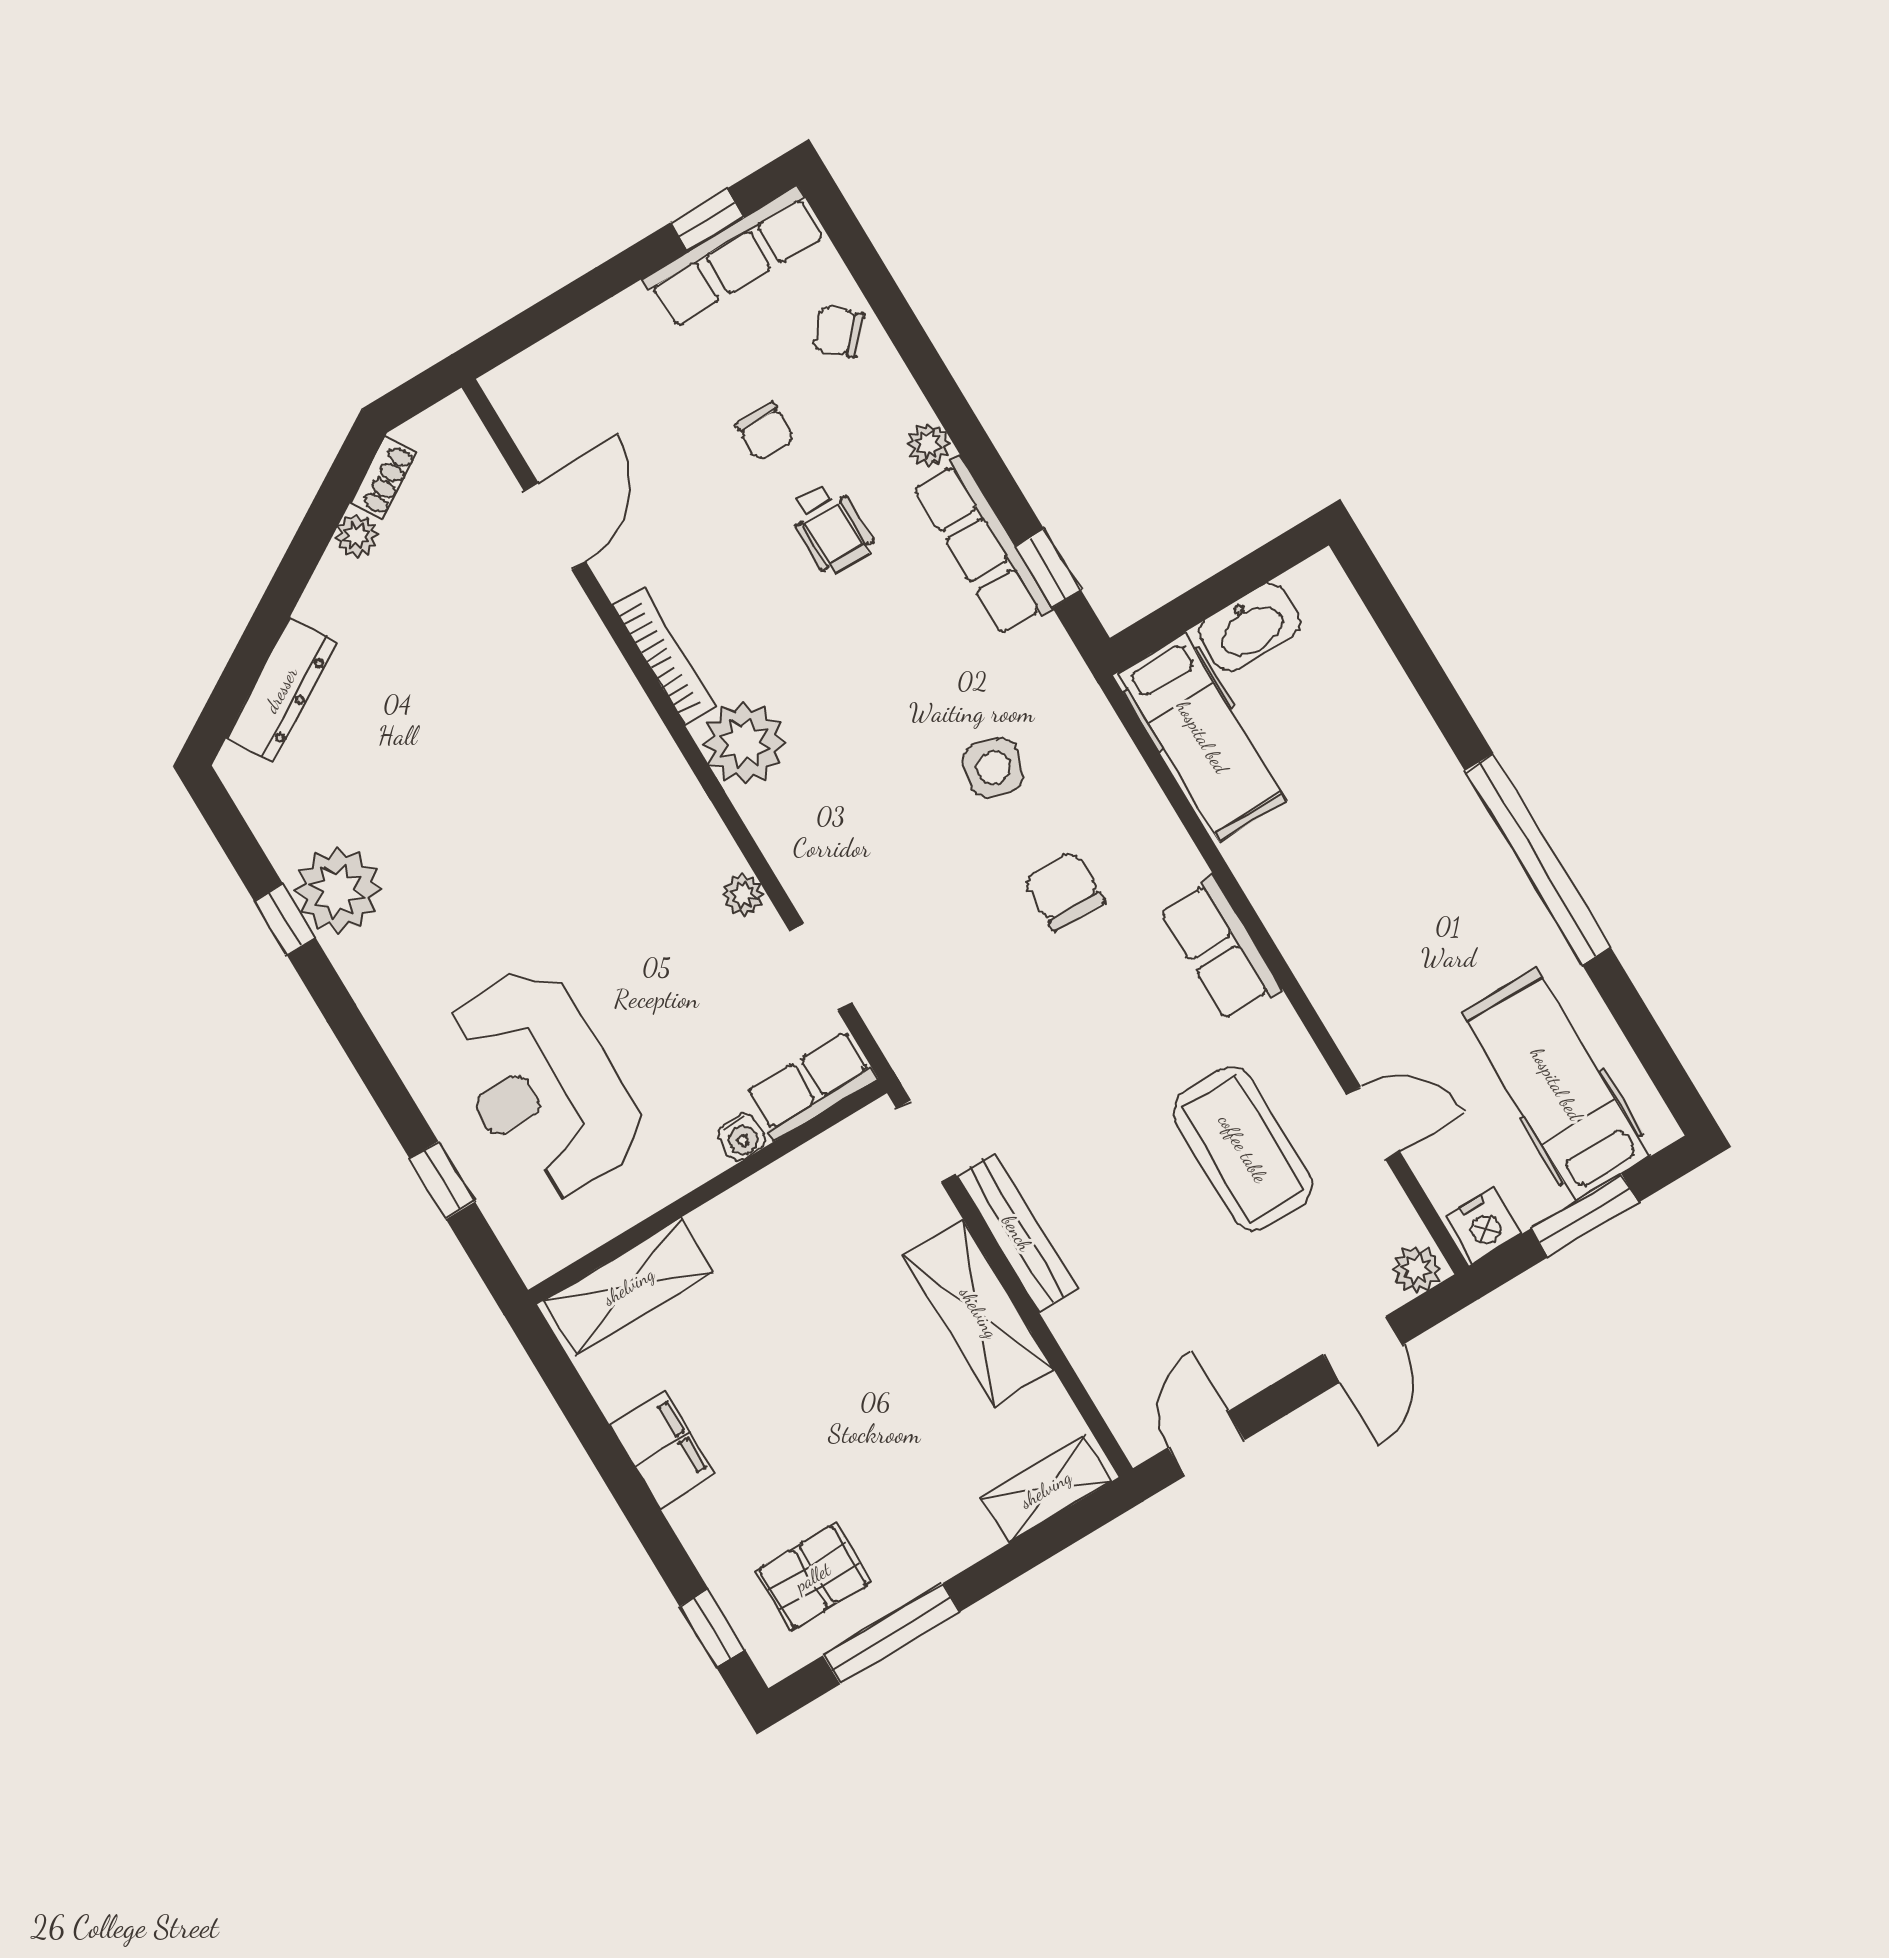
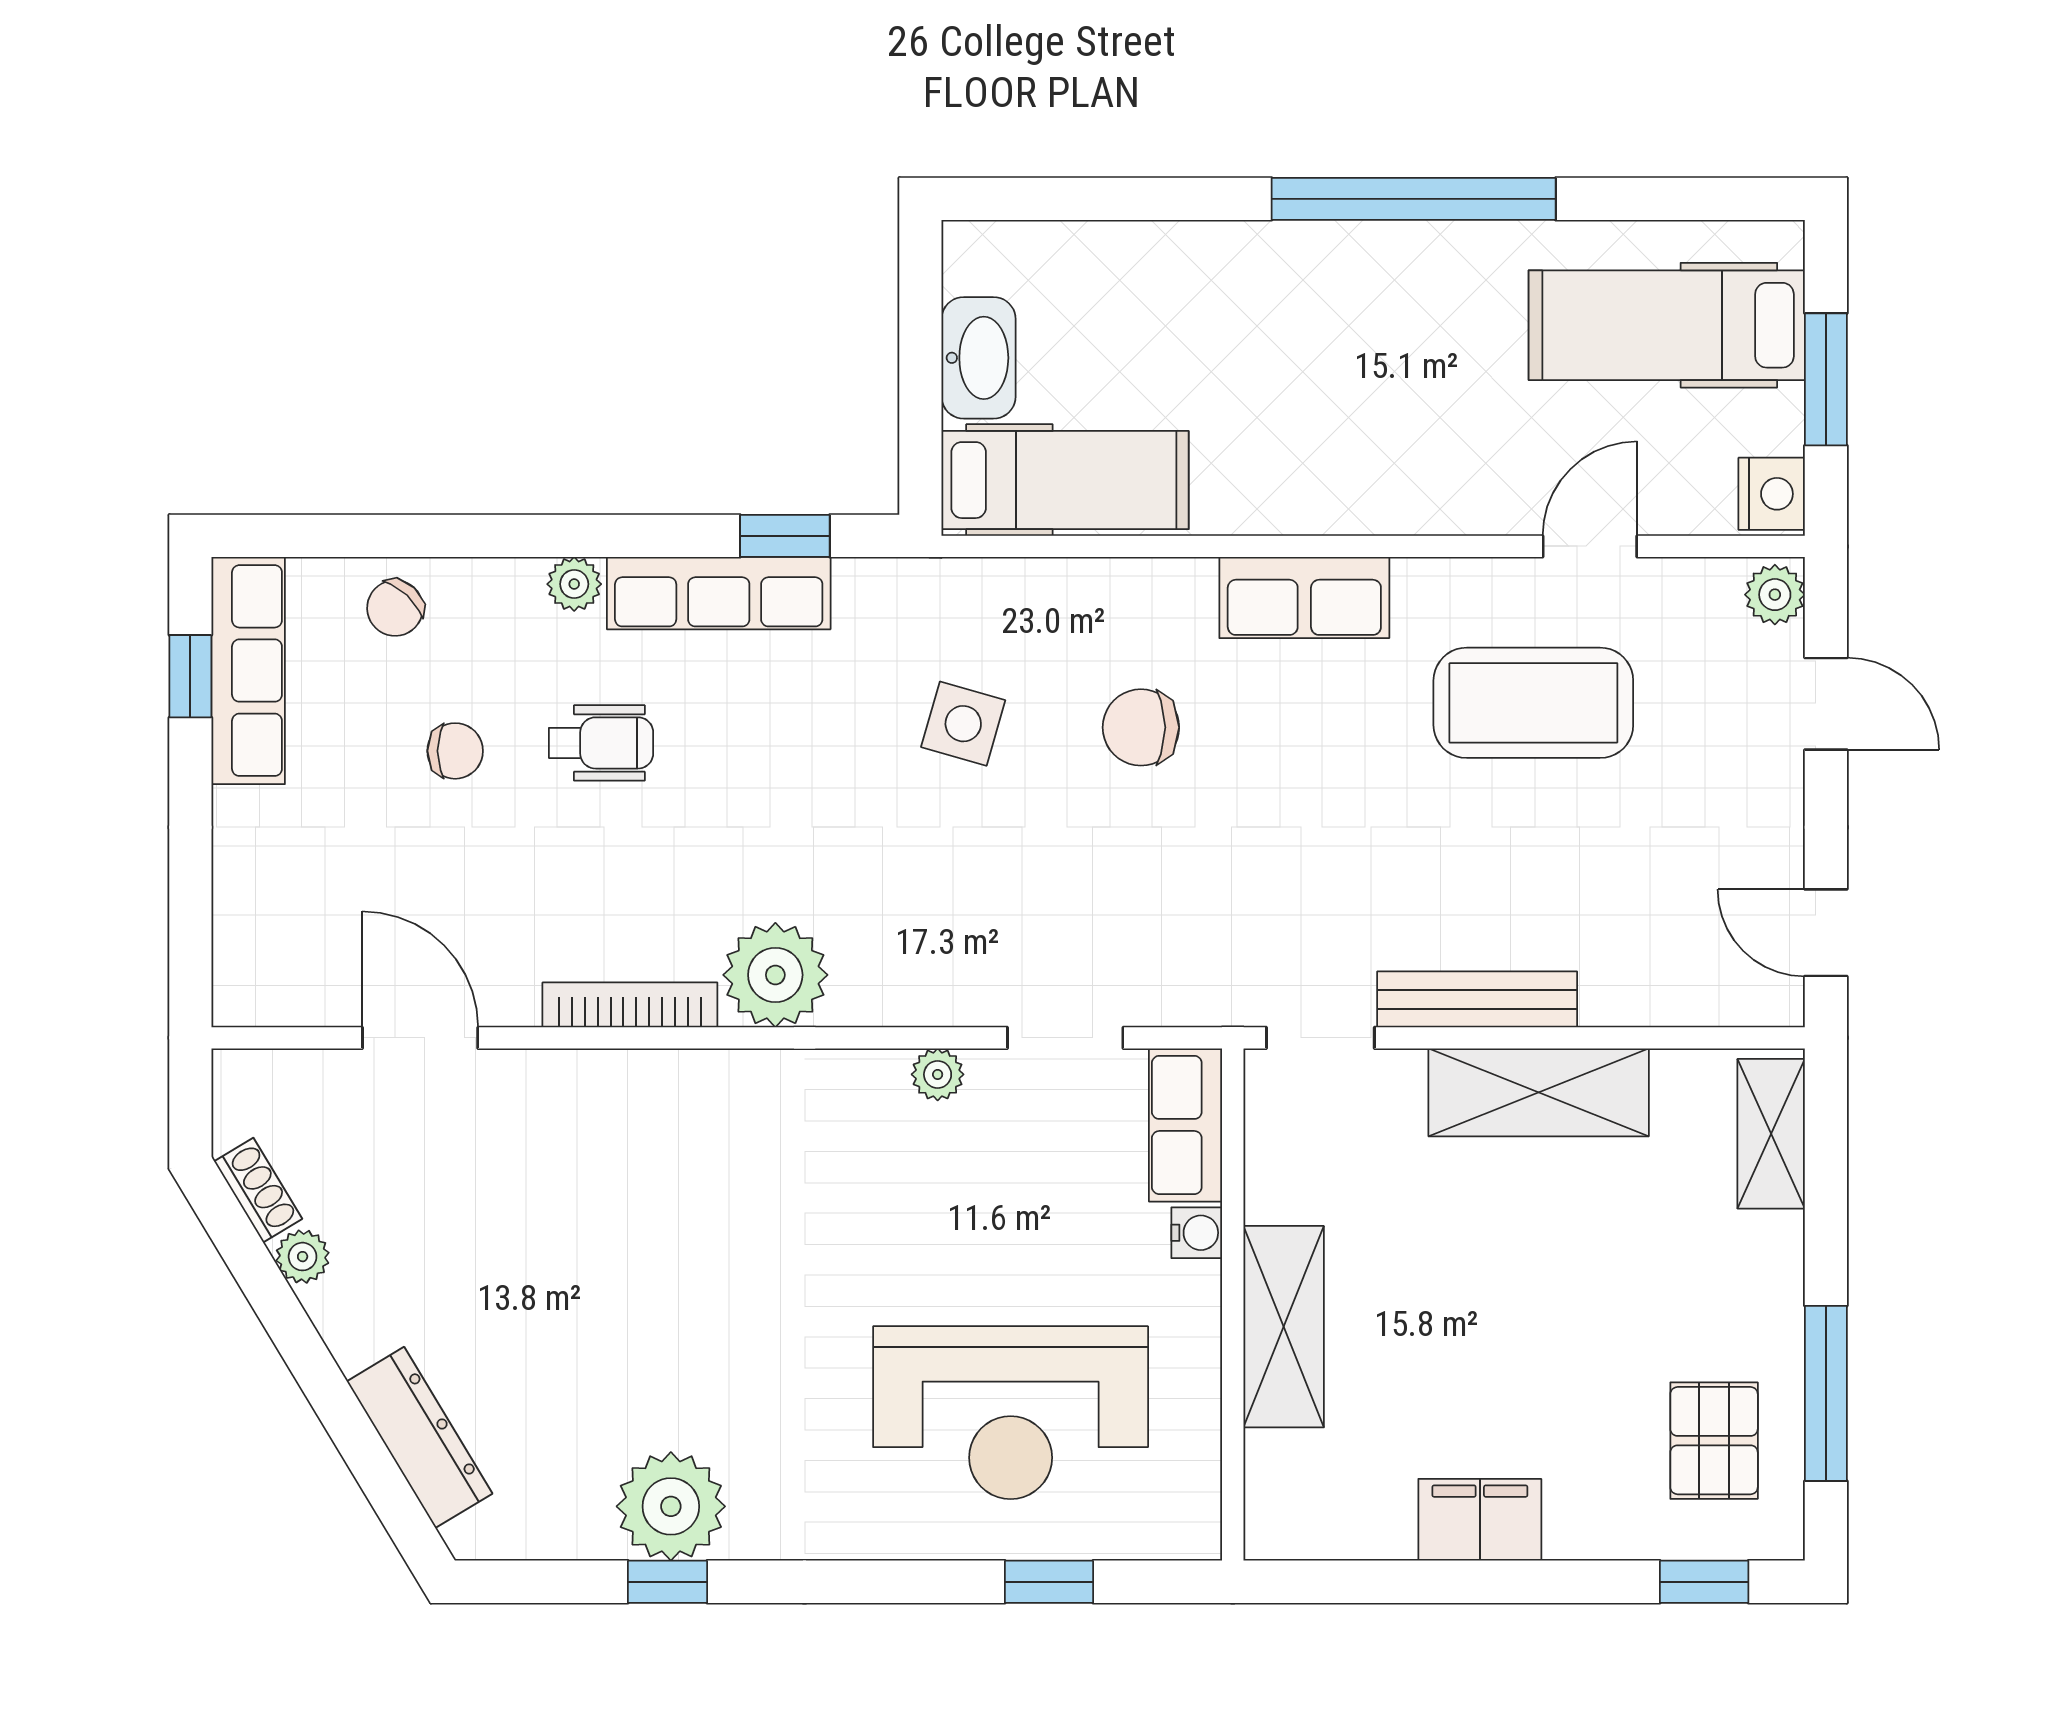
shelving: (629, 1286) -> (1284, 1327), moved

